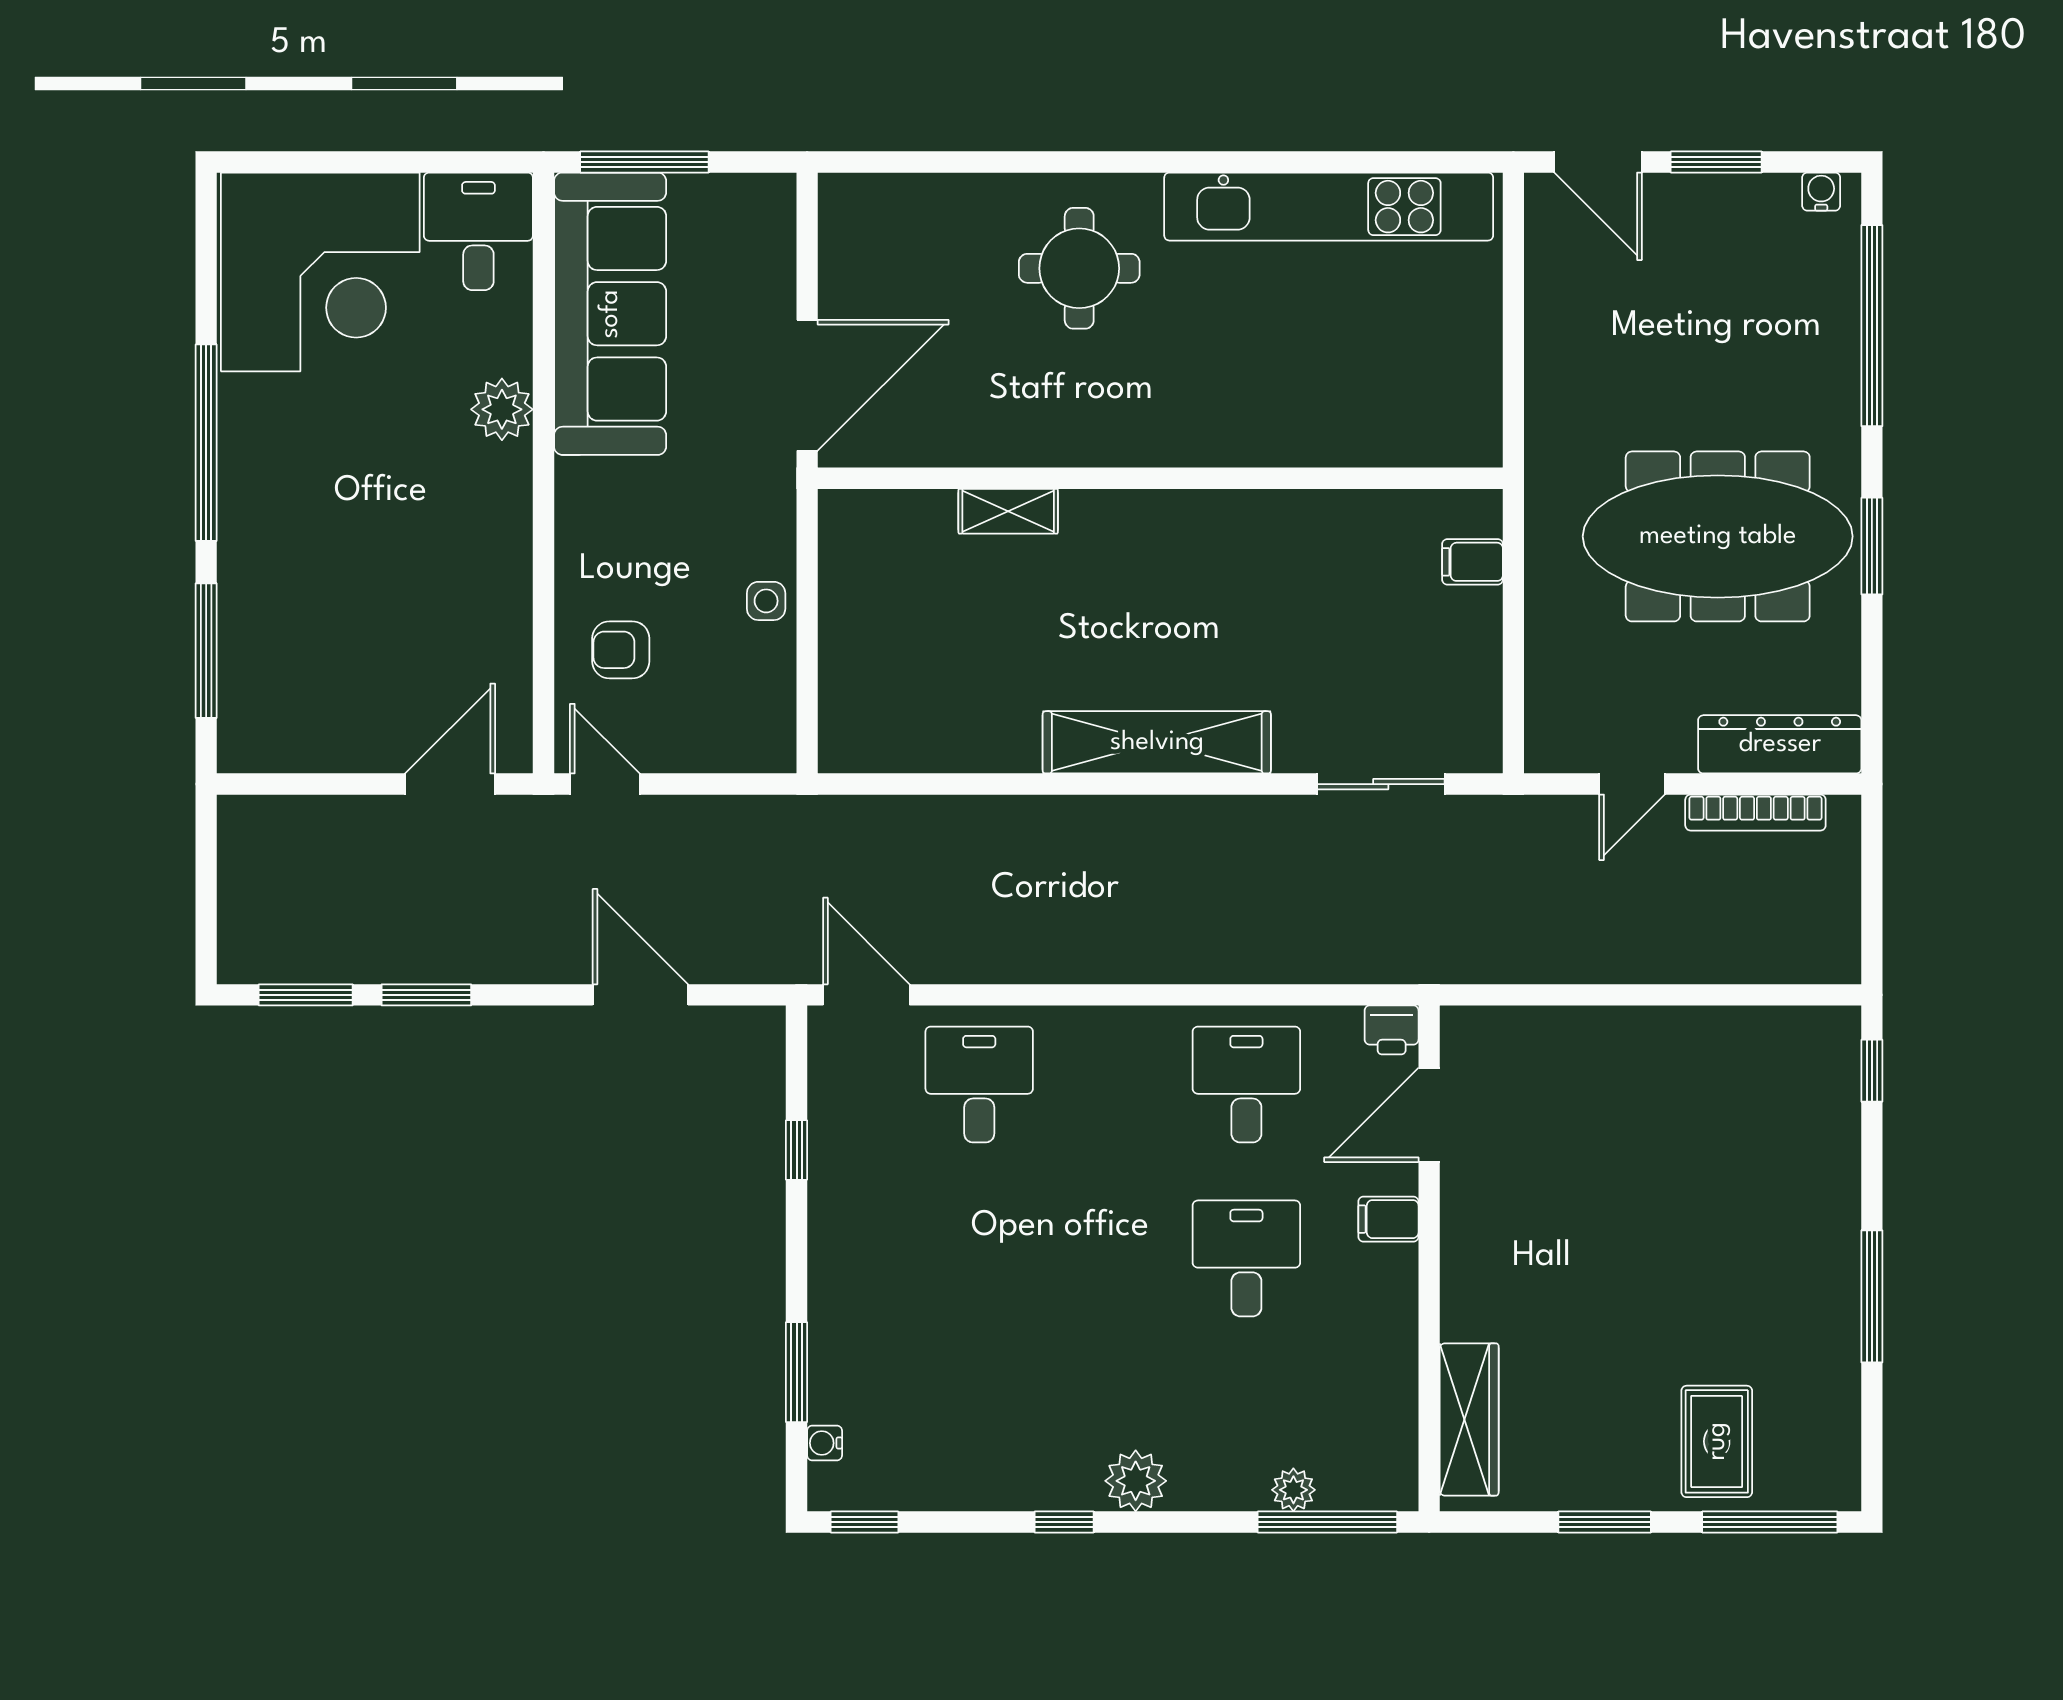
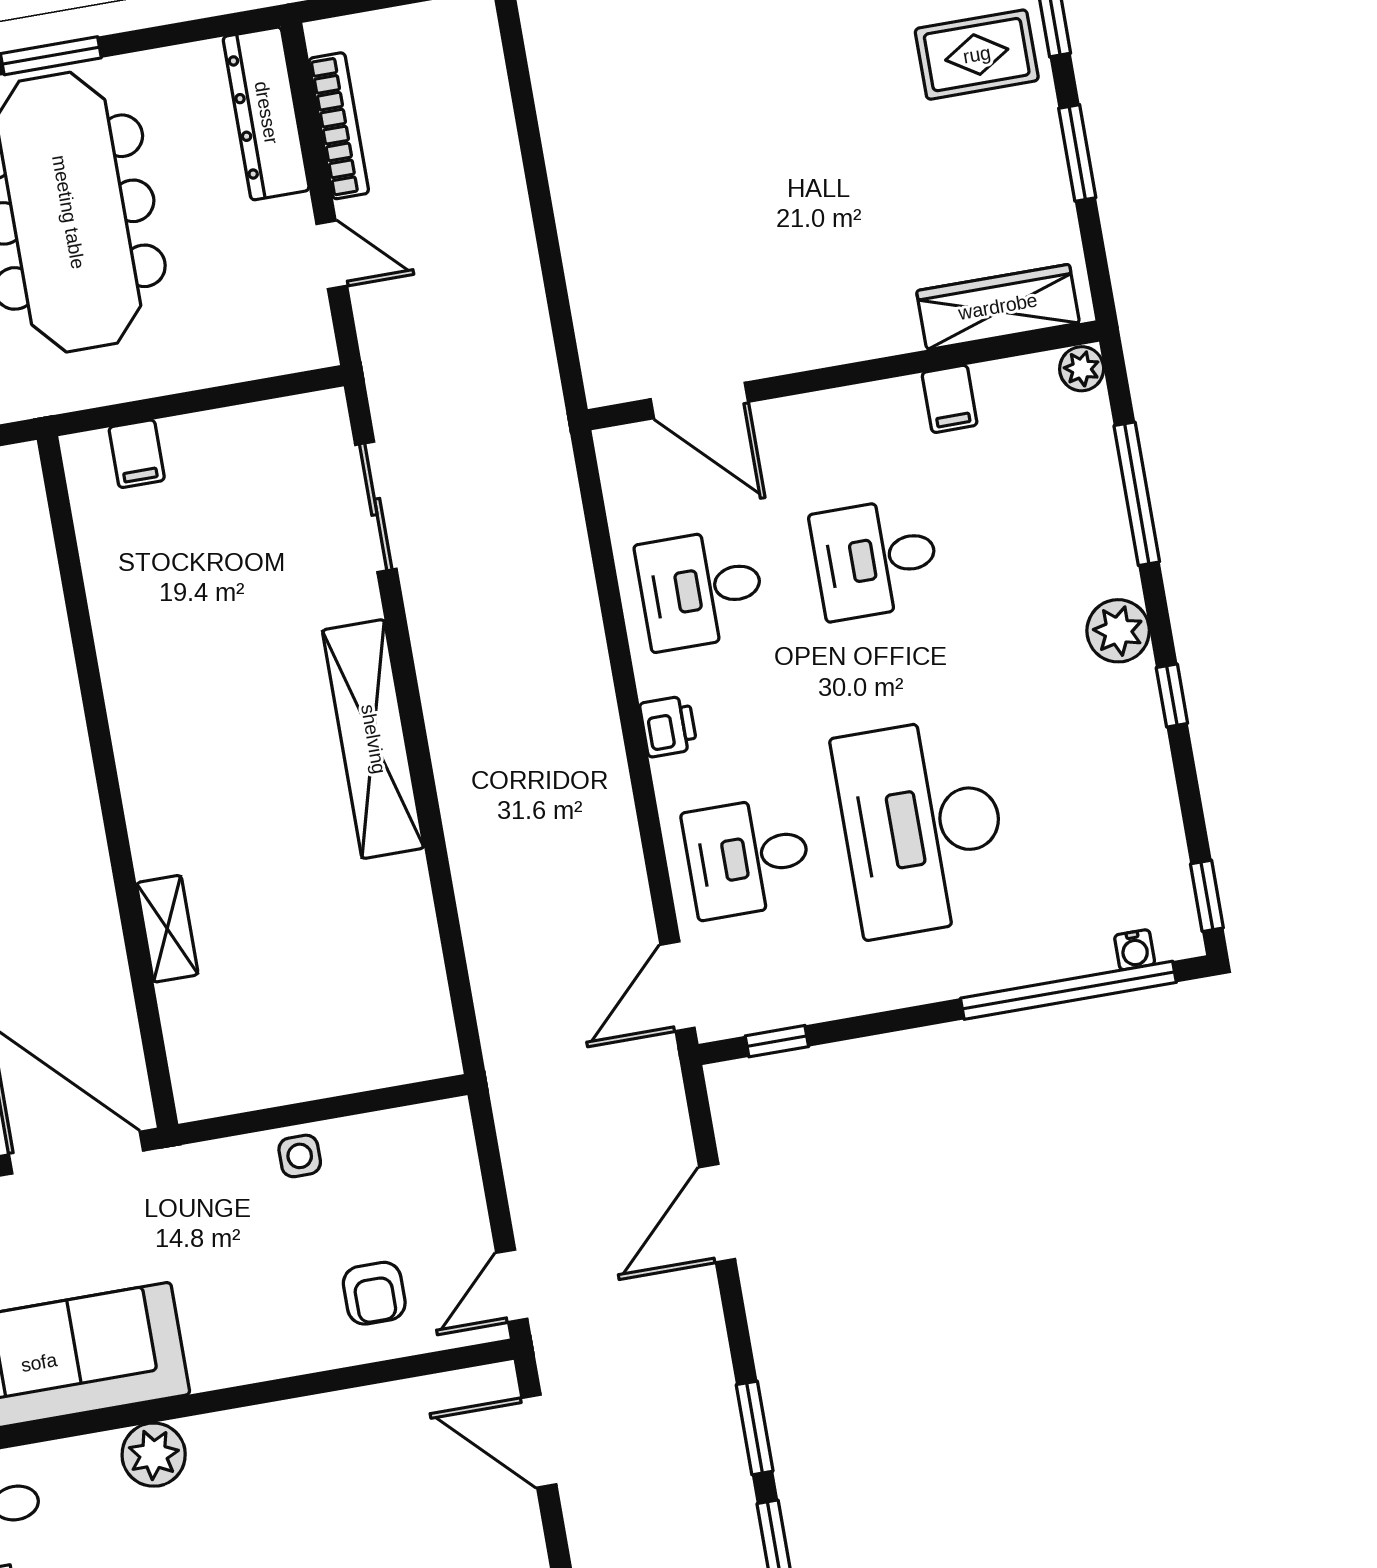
printer: (1392, 1030) -> (668, 726), moved
window: (797, 1150) -> (777, 1041), moved
filing cabinet: (1388, 1219) -> (950, 399), moved
desk: (979, 1258) -> (922, 827), added
window: (797, 1372) -> (1068, 990), width x2.11
plant: (1293, 1490) -> (1082, 369), moved
window: (1327, 1522) -> (1137, 494), moved

